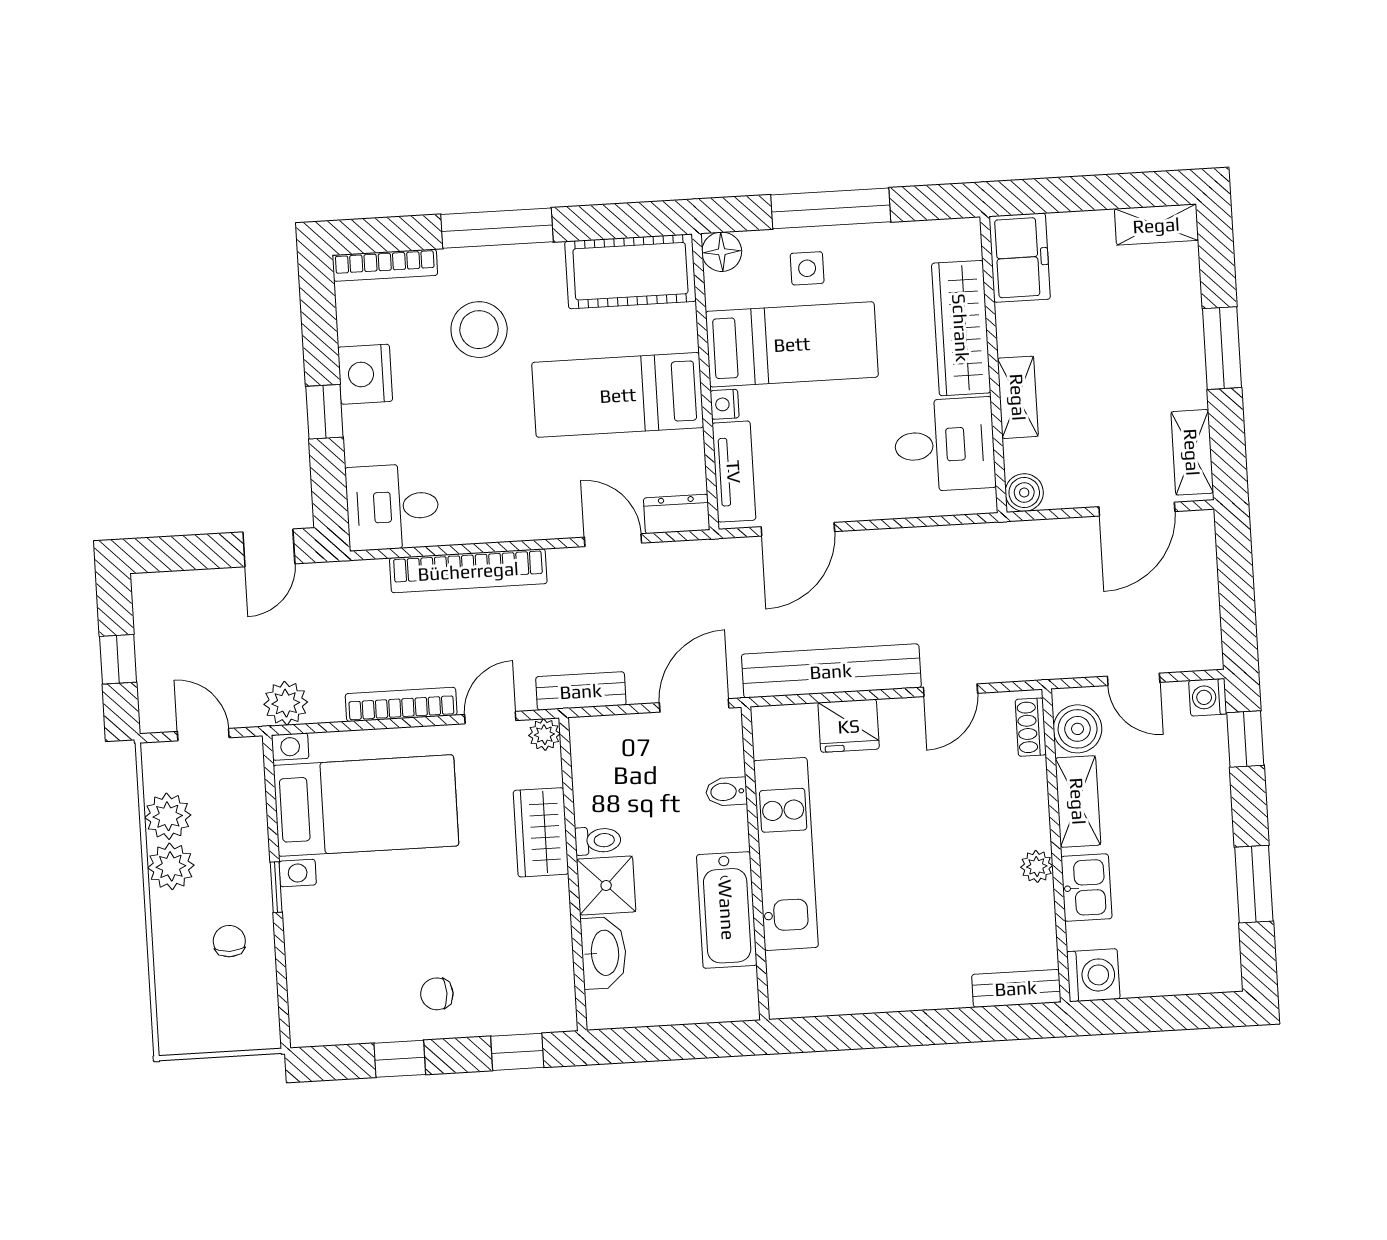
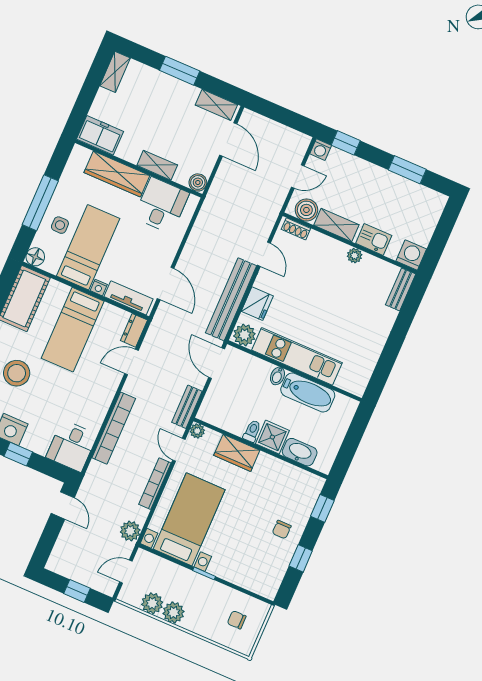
plant: (776, 732) -> (244, 335), added
bidet: (726, 792) -> (277, 376), moved
chair: (229, 941) -> (237, 620), moved

